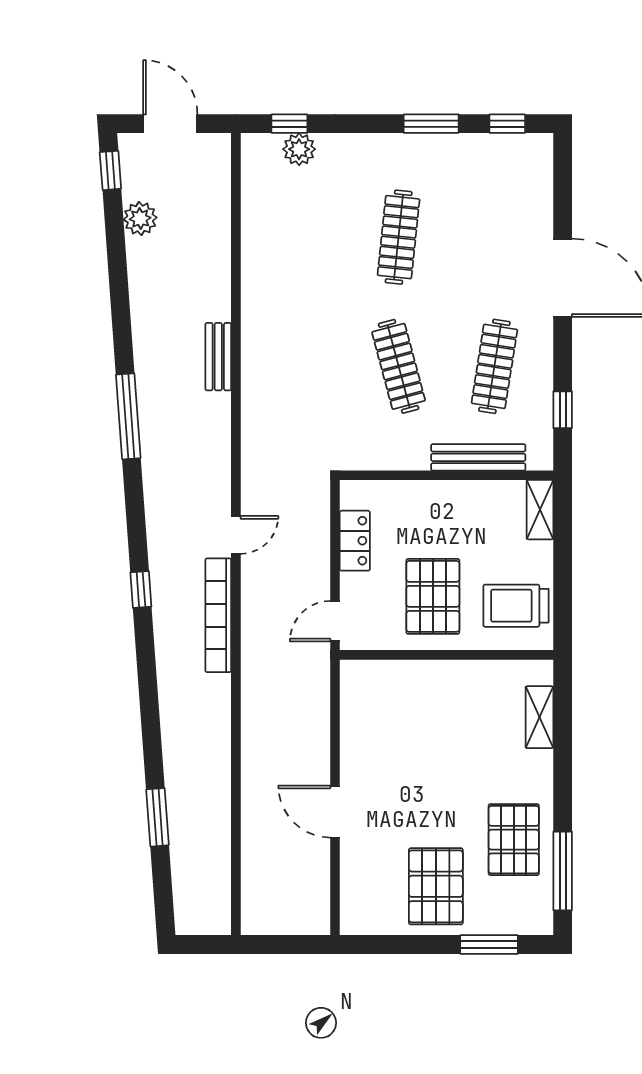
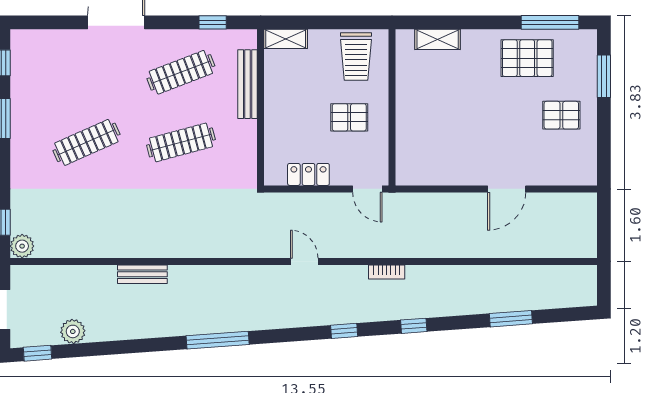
plant: (299, 149) -> (22, 246), moved
clothes rail: (399, 237) -> (86, 142), turned -30
bench: (218, 357) -> (142, 274), moved
clothes rail: (494, 366) -> (181, 72), turned -30
pallet: (433, 596) -> (349, 117), width x0.67, depth x0.71
bookcase: (218, 615) -> (387, 272), width x0.43, depth x0.76
window: (148, 685) -> (414, 326), added
pallet: (436, 886) -> (561, 115), width x0.67, depth x0.71

